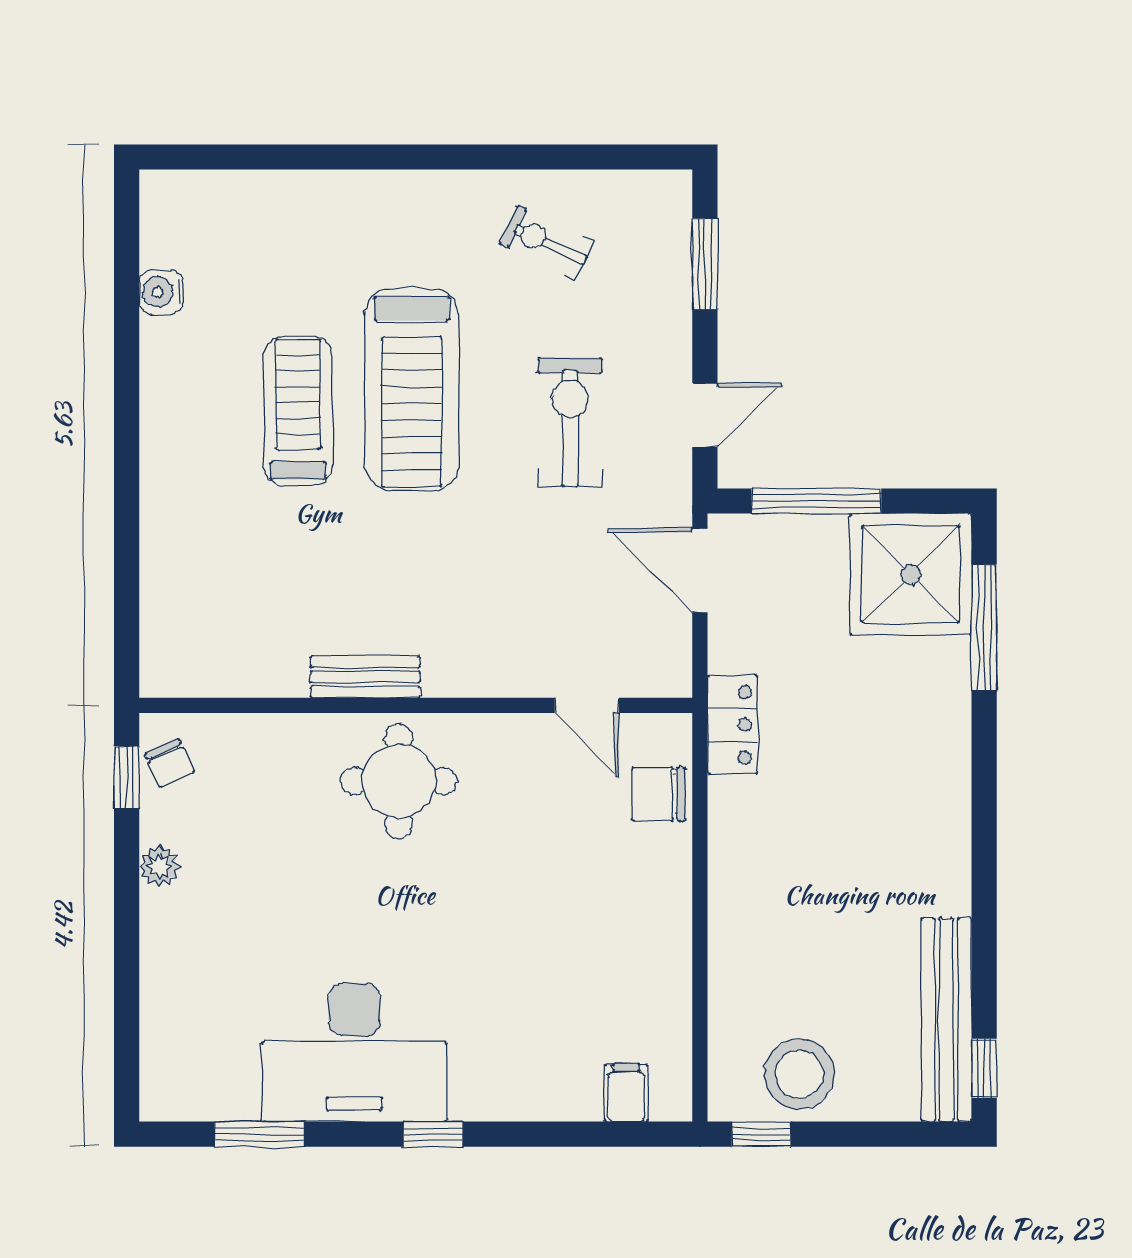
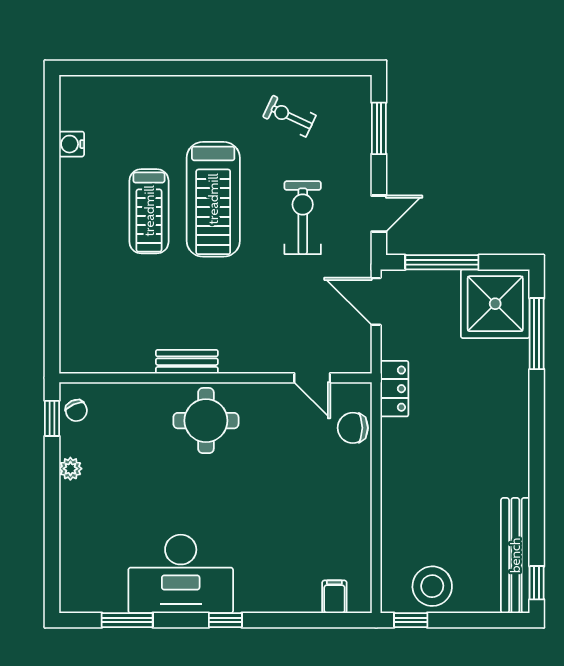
treadmill: (298, 411) -> (149, 211), turned 180

